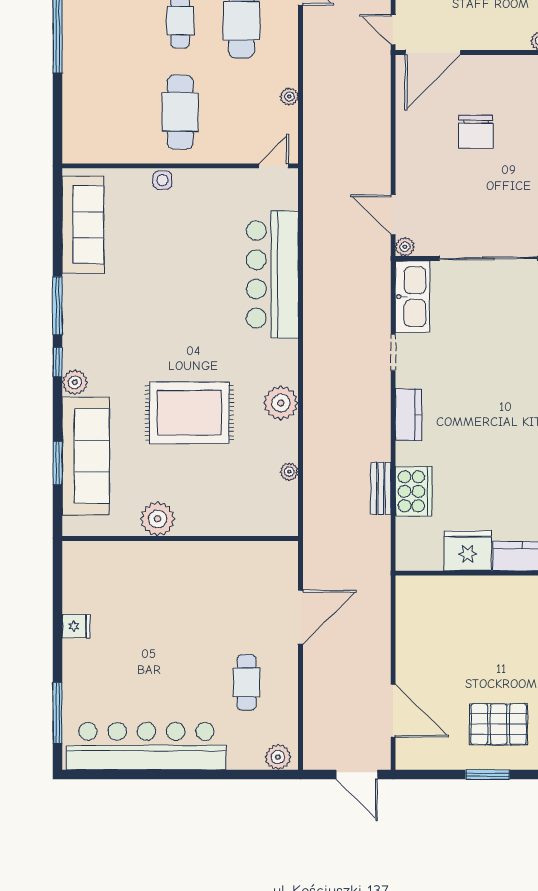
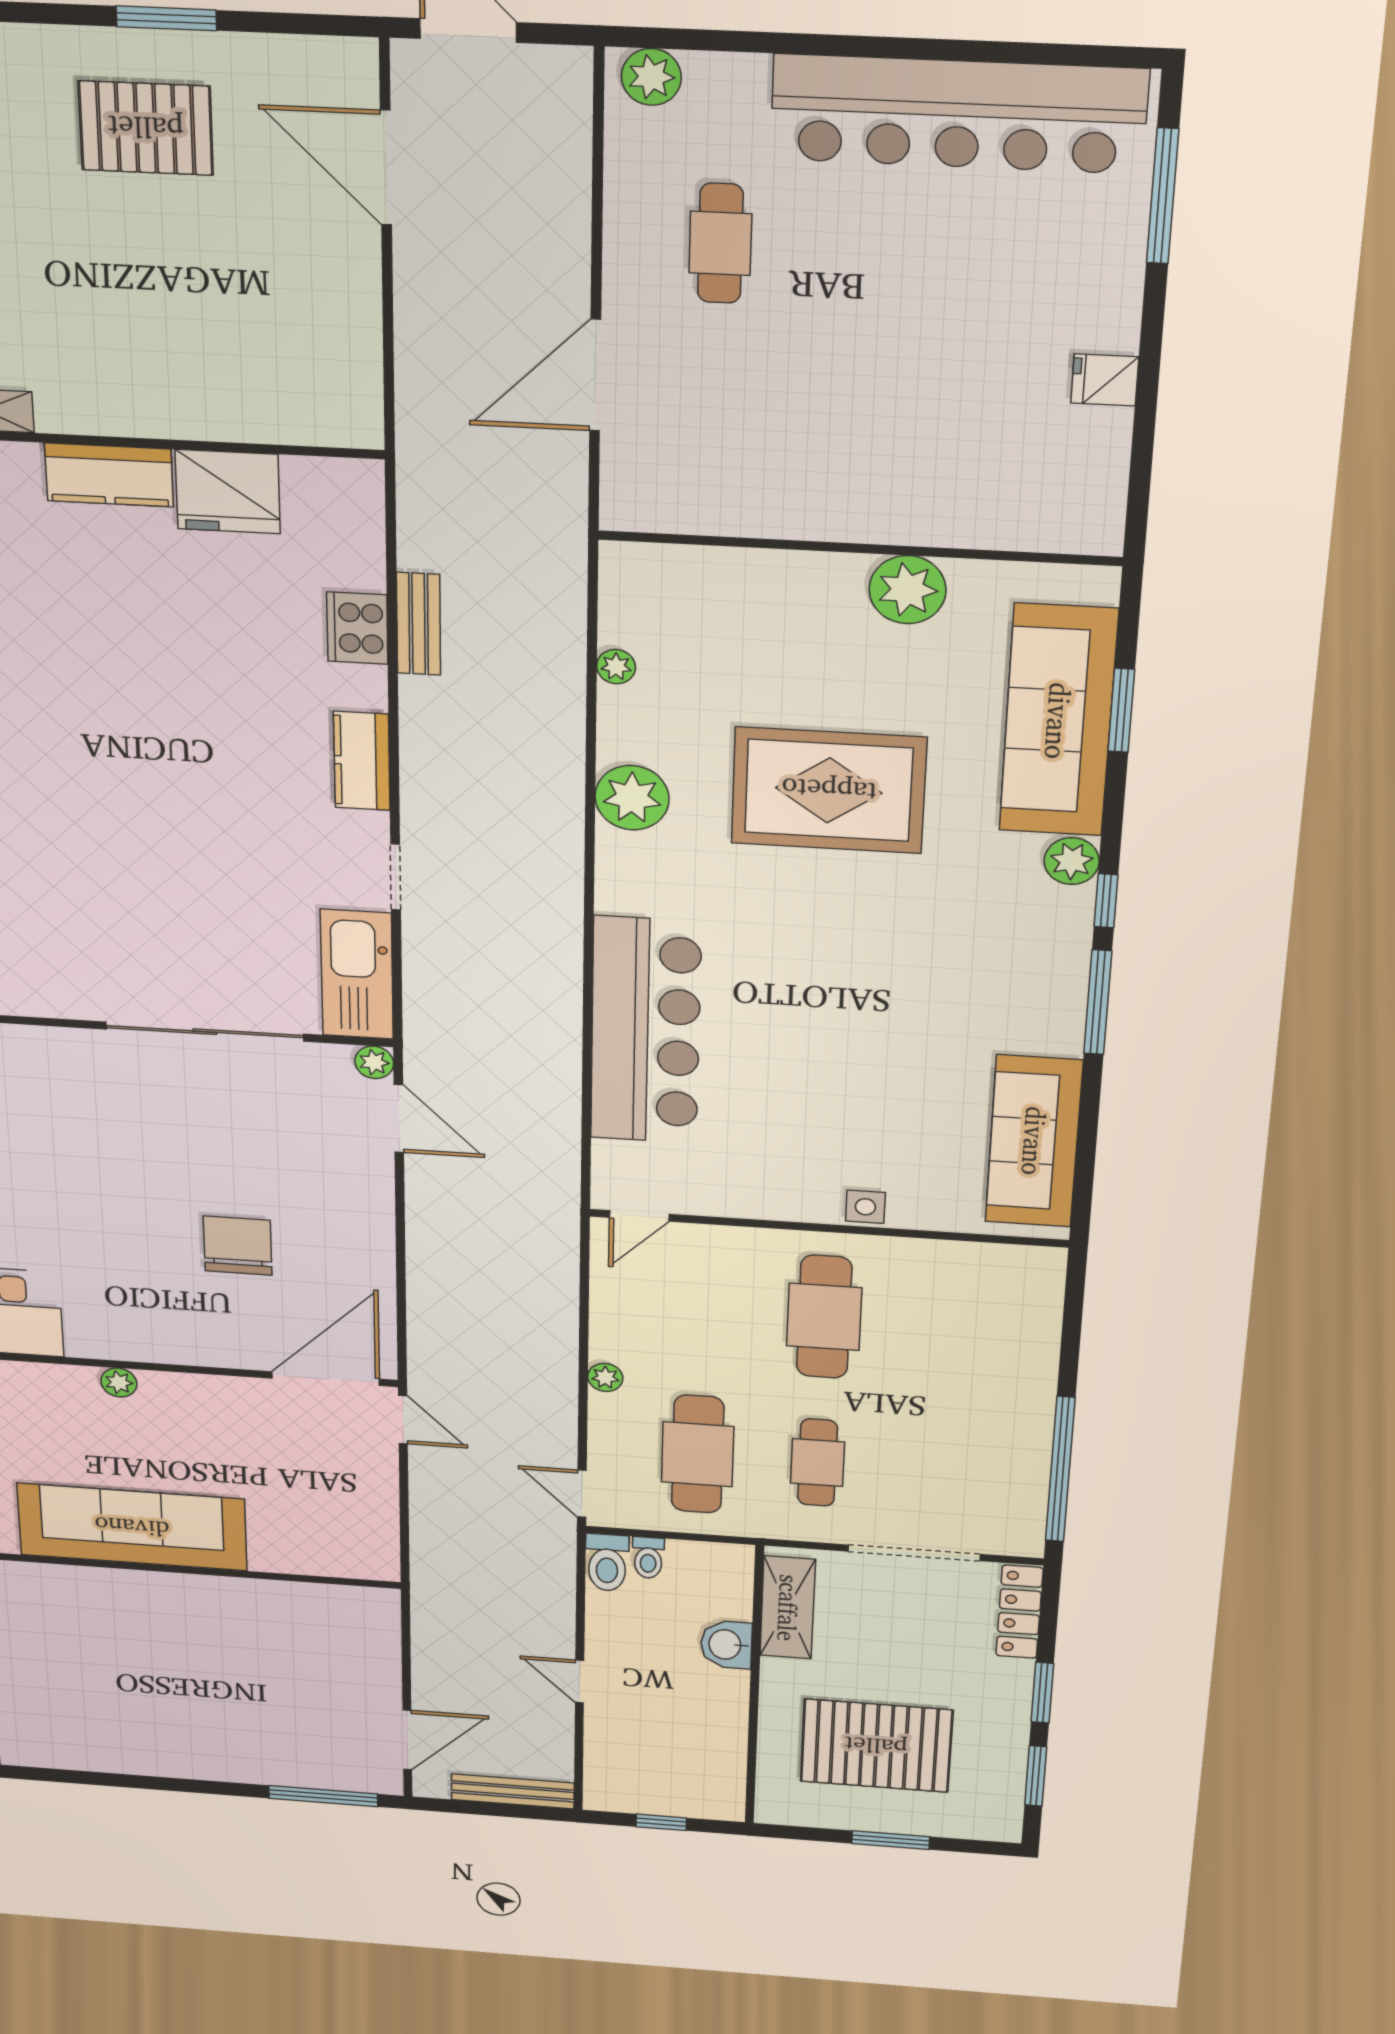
plant: (289, 97) -> (605, 1377), moved
cooker: (414, 491) -> (357, 628), width x0.73, depth x0.76

